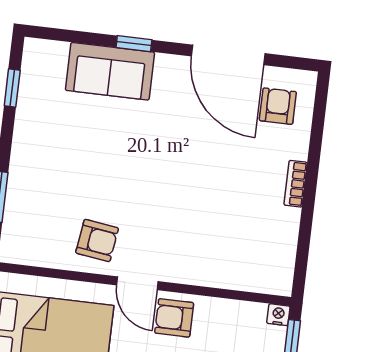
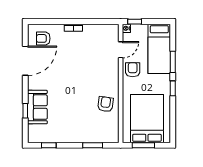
window: (134, 44) -> (25, 111), moved
door: (137, 283) -> (121, 50), moved
armchair: (174, 318) -> (133, 70), turned 180

